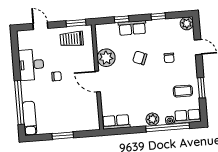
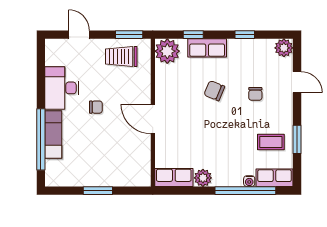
plant: (106, 58) -> (167, 51), moved
exam couch: (30, 118) -> (53, 135), moved
plant: (152, 119) -> (203, 178), moved

